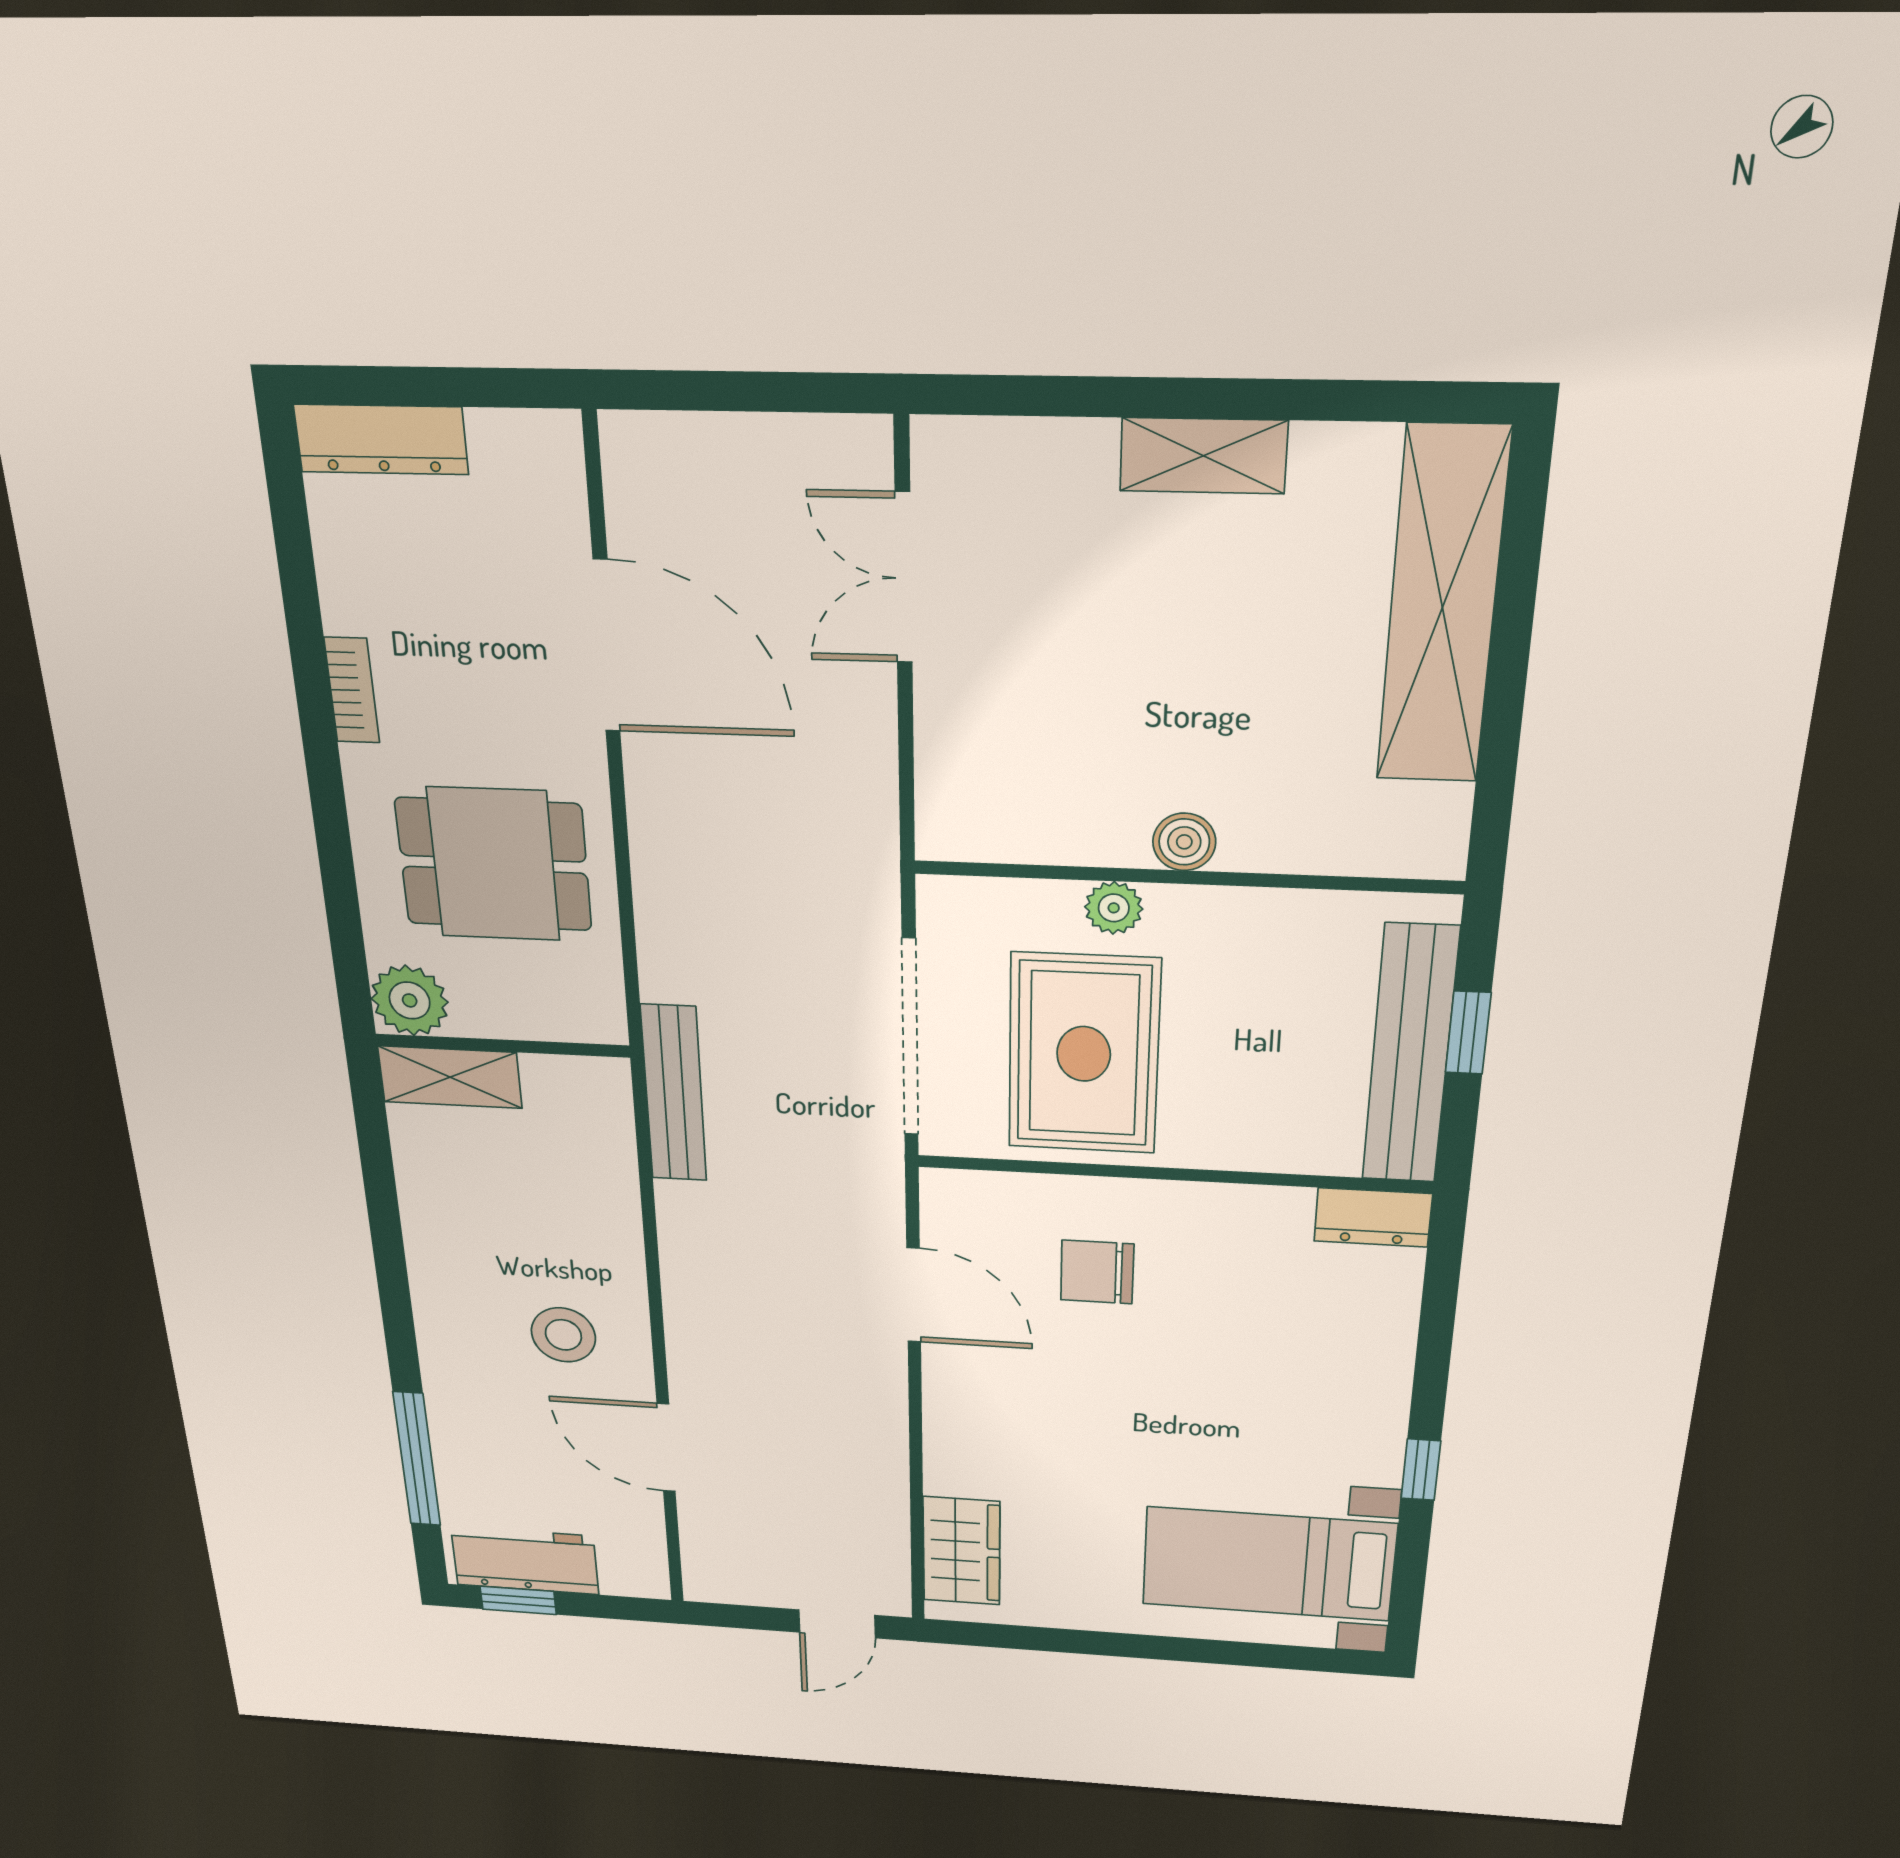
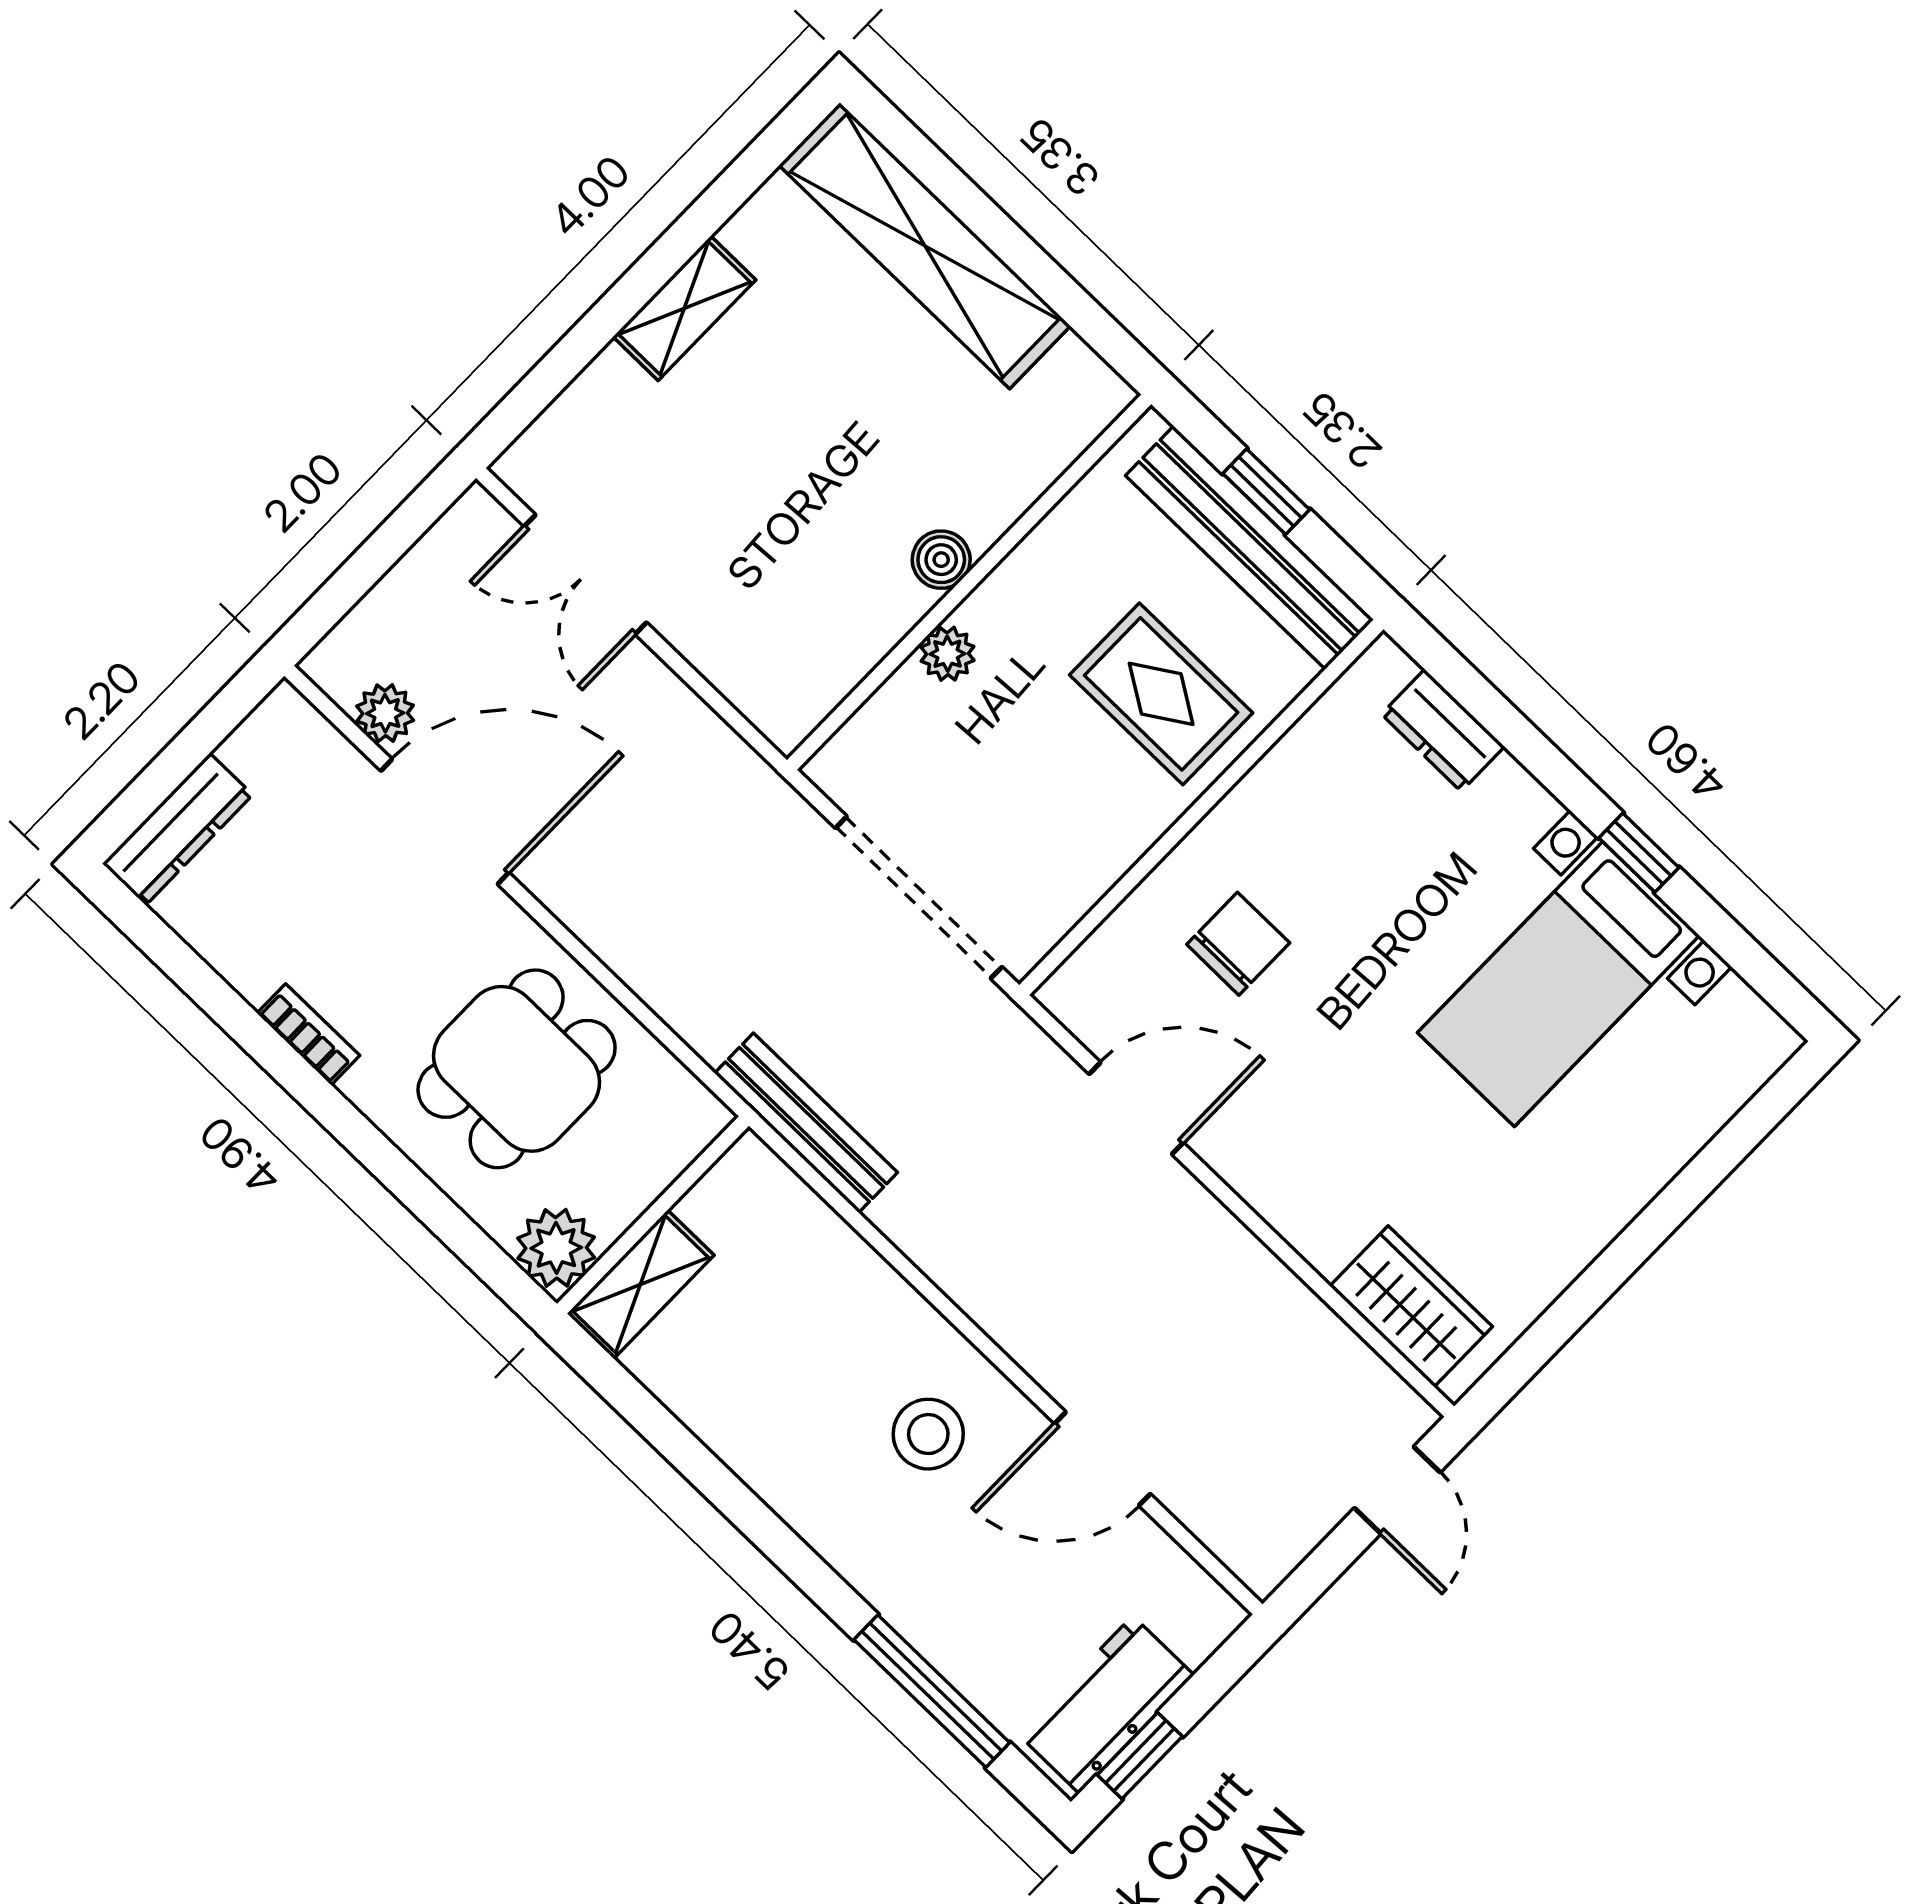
plant: (637, 520) -> (385, 713), added
rug: (1084, 1054) -> (1161, 694), moved, width x0.73, depth x0.70
dresser: (1373, 1217) -> (1443, 730), moved, turned 90
chair: (1097, 1272) -> (1238, 944), turned 180
bed with nightstands: (1269, 1564) -> (1559, 984), moved

